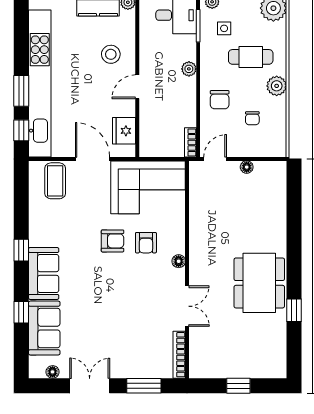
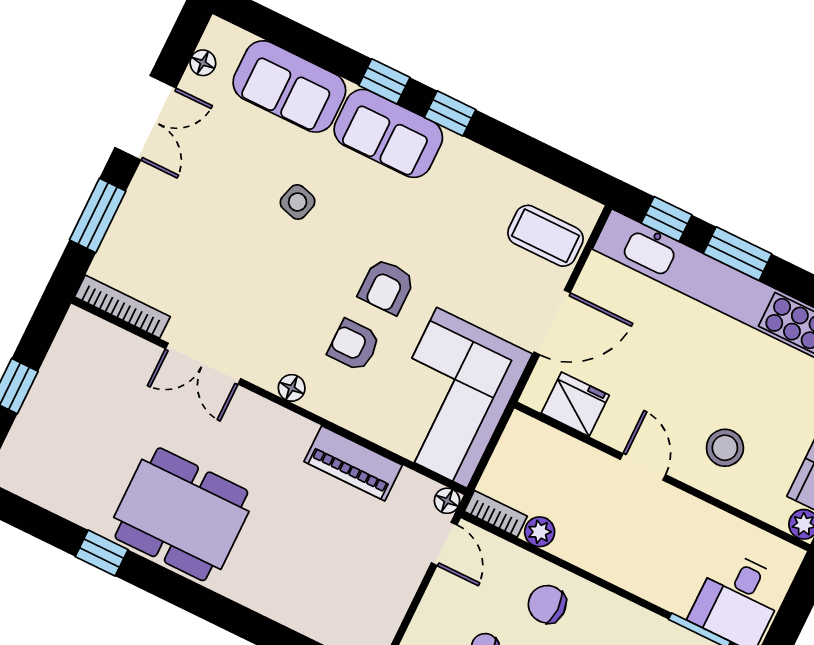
plant: (189, 69) -> (540, 532), moved
floor lamp: (247, 167) -> (447, 501), moved
piano: (199, 217) -> (353, 463), added
side table: (94, 299) -> (298, 202), added
window: (21, 312) -> (384, 81), moved

